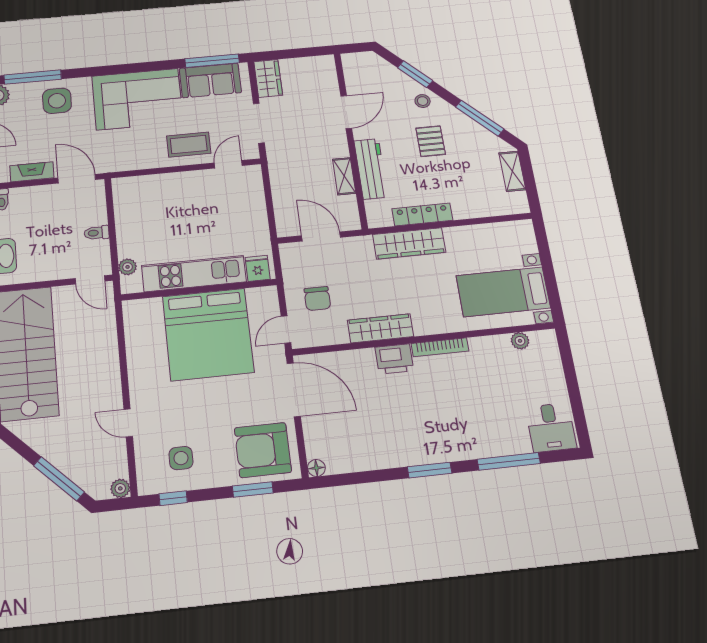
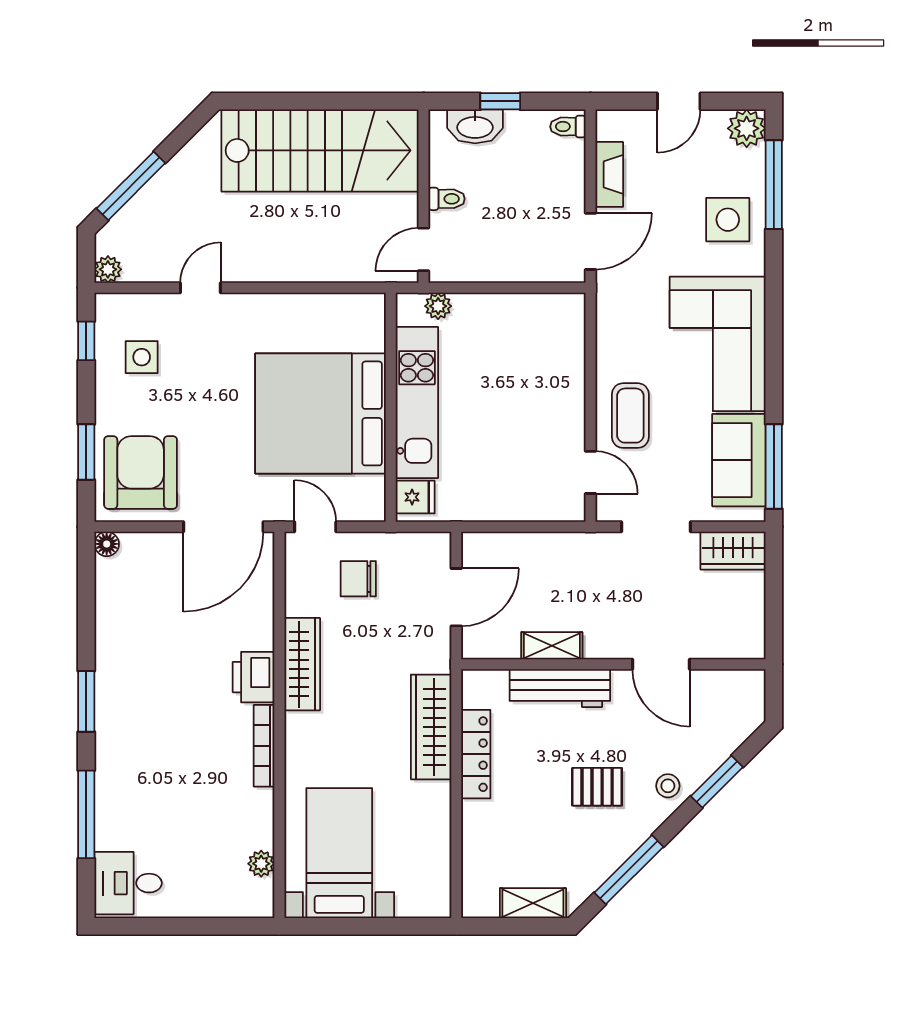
toilet: (97, 233) -> (447, 199), moved, turned 90

